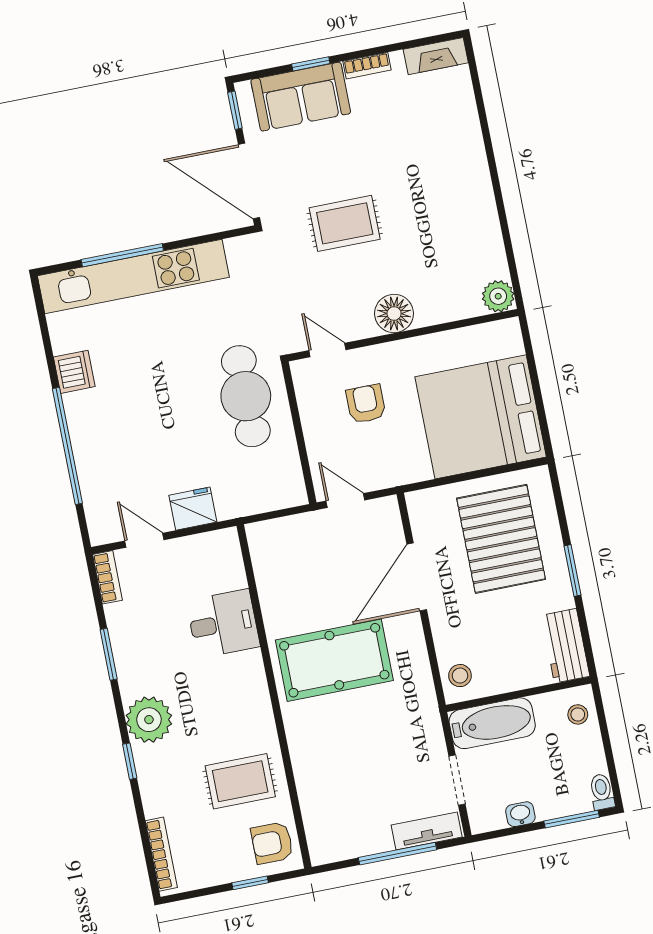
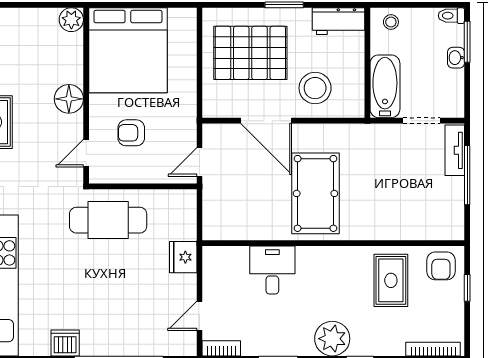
bed: (481, 417) -> (128, 50), moved
fridge: (193, 509) -> (183, 257), moved
stool: (460, 676) -> (315, 88), moved, width x1.89, depth x1.89
washbasin: (520, 814) -> (456, 58), moved

